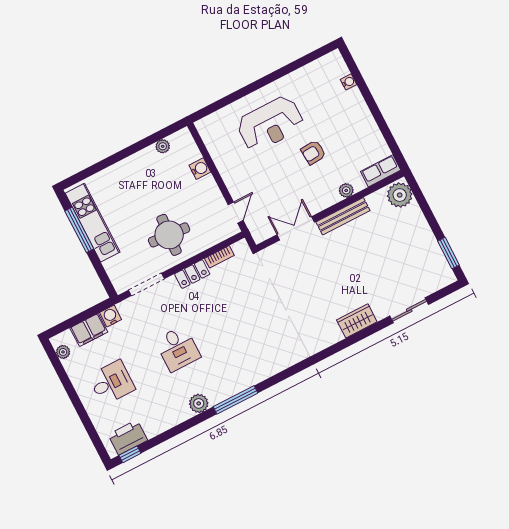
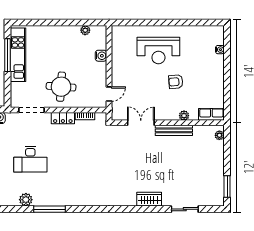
plant: (400, 195) -> (219, 135), width x0.53, depth x0.53
desk: (178, 348) -> (30, 159), width x1.37

